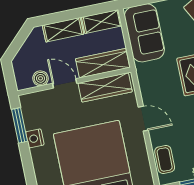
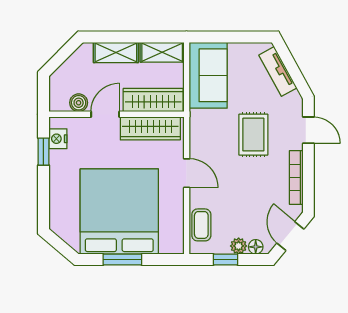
door: (65, 83) -> (105, 114), hinge flipped
window: (20, 125) -> (43, 152), width x0.67
nightstand: (35, 138) -> (58, 139), moved

